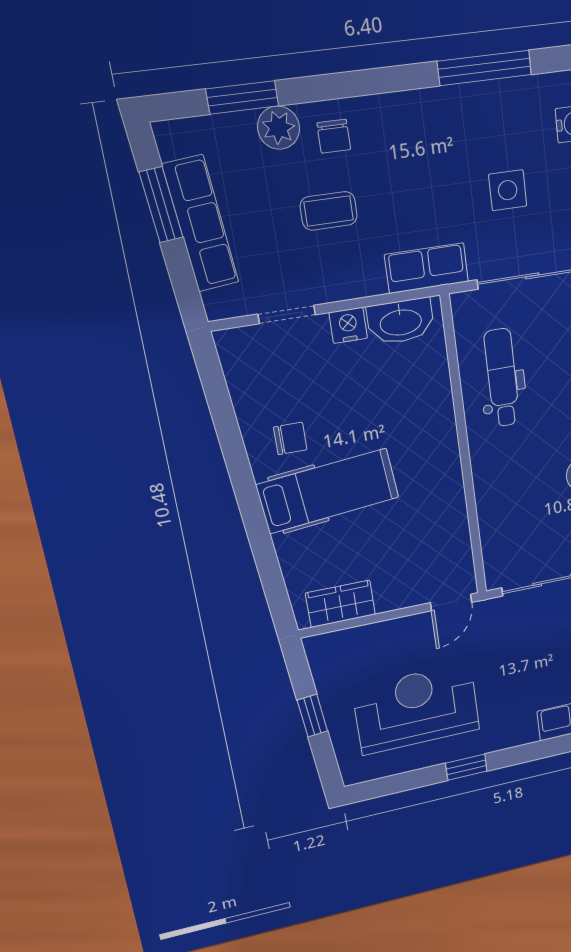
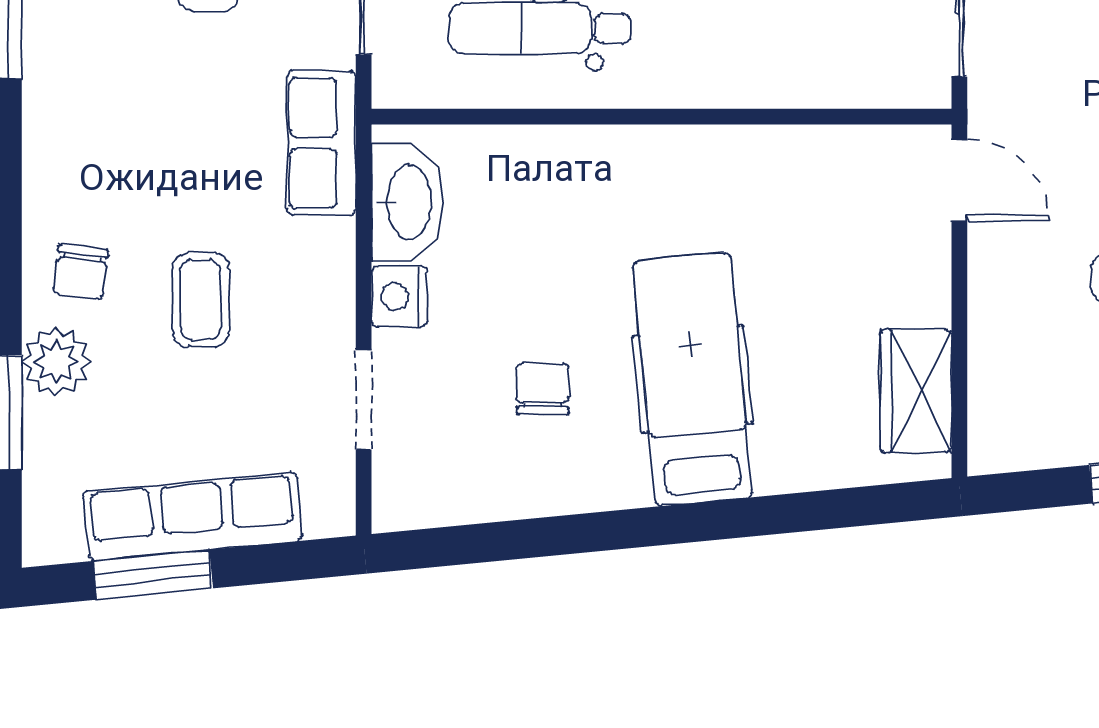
chair: (334, 136) -> (81, 272), turned 97
chair: (290, 438) -> (543, 389), moved

